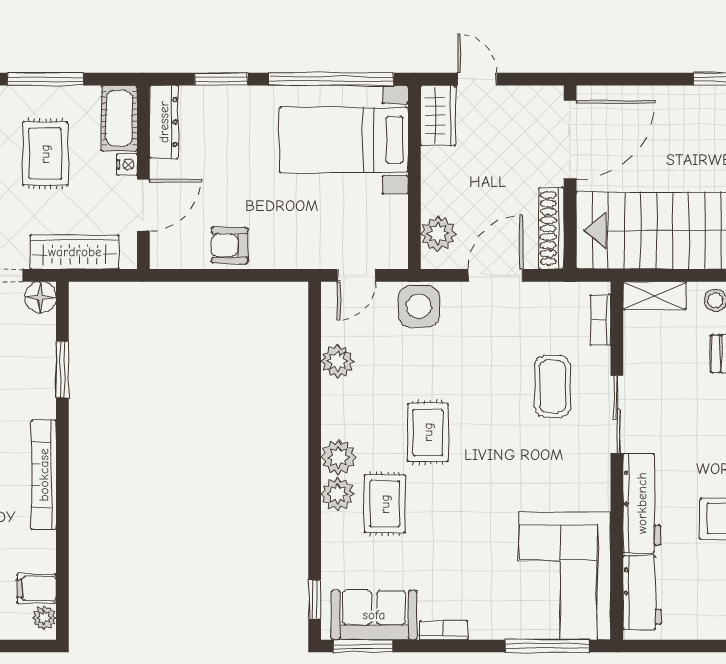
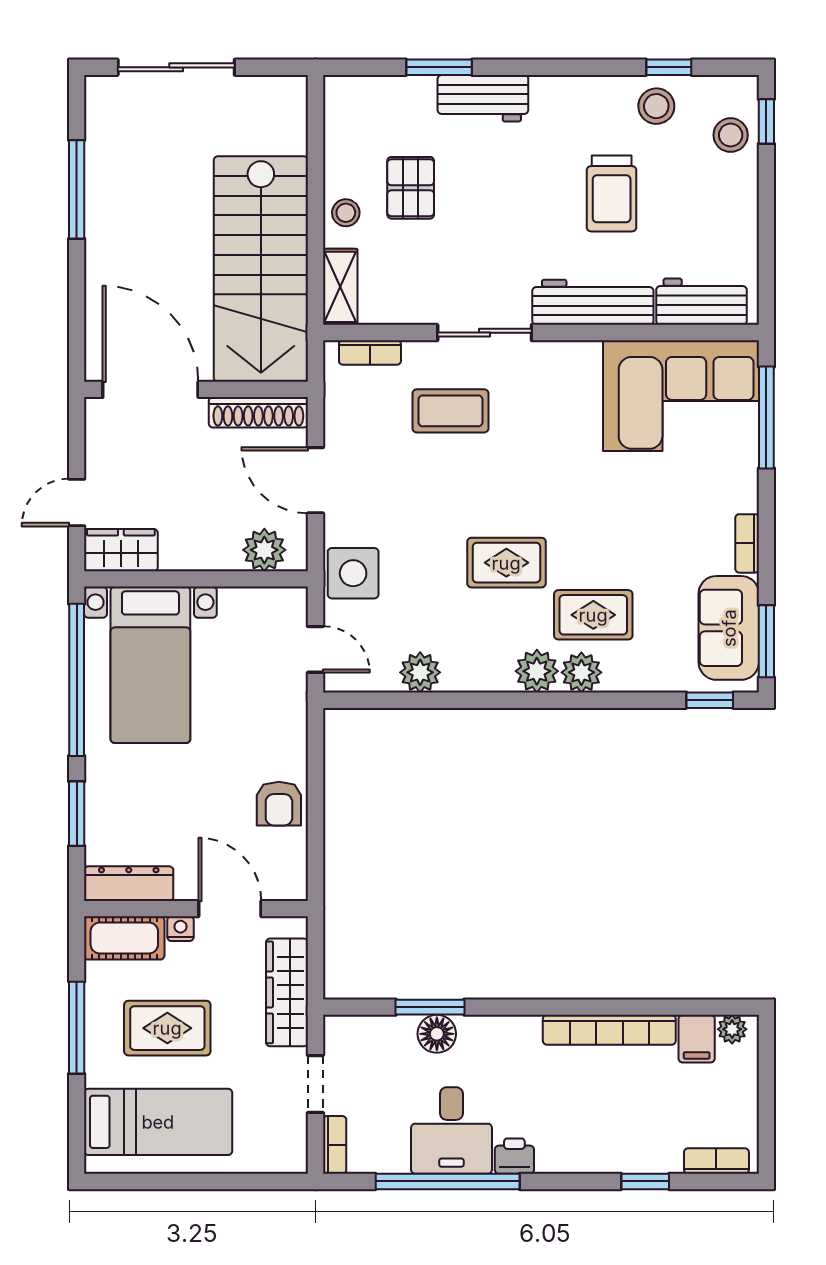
floor lamp: (40, 297) -> (437, 1034), moved
bookcase: (44, 475) -> (609, 1030), moved

